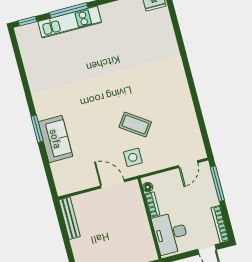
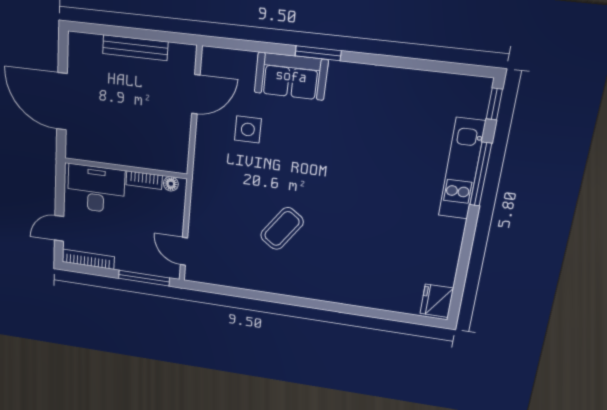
coffee table: (135, 125) -> (282, 229), moved
side table: (133, 157) -> (248, 129), moved
door: (113, 184) -> (196, 94), moved
bench: (69, 218) -> (135, 48), moved

